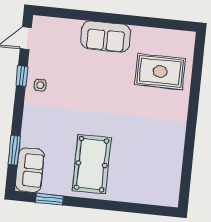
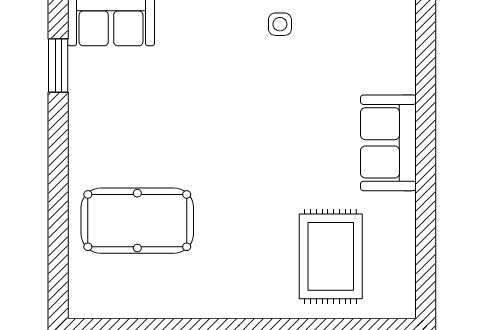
pool table: (92, 164) -> (137, 221), moved

